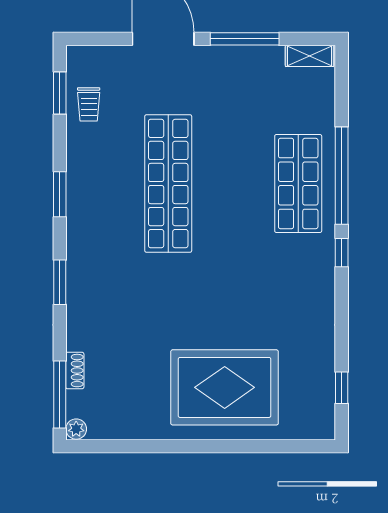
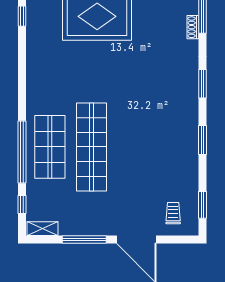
trolley: (89, 104) -> (173, 213), moved
shop shelf: (168, 183) -> (91, 147), moved
window: (342, 253) -> (22, 205), moved

